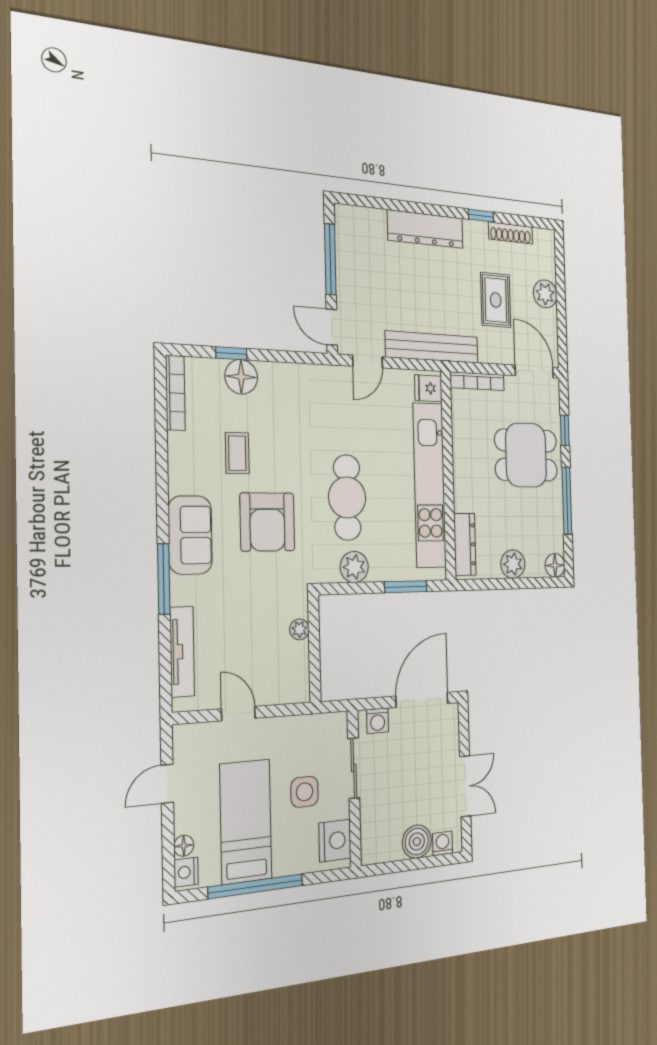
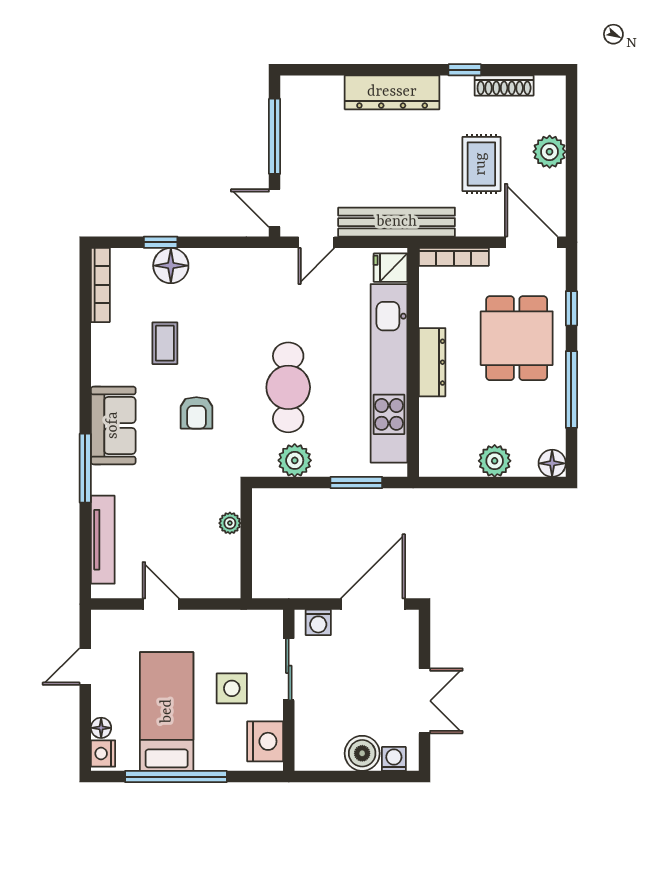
dining table: (526, 455) -> (517, 338), turned 90
armchair: (267, 522) -> (196, 413), width x0.53, depth x0.53
dresser: (465, 544) -> (432, 362), moved

